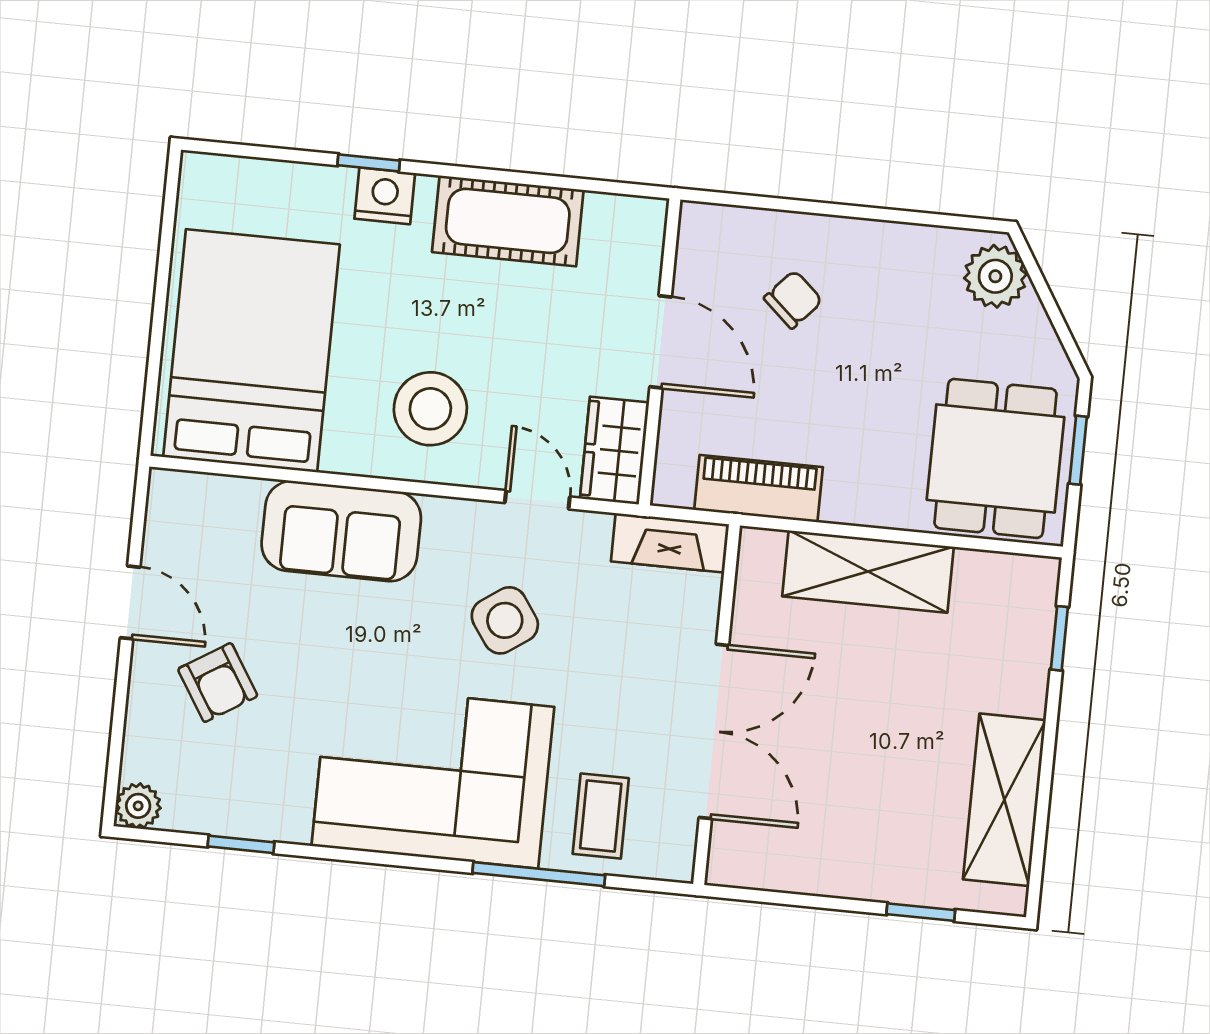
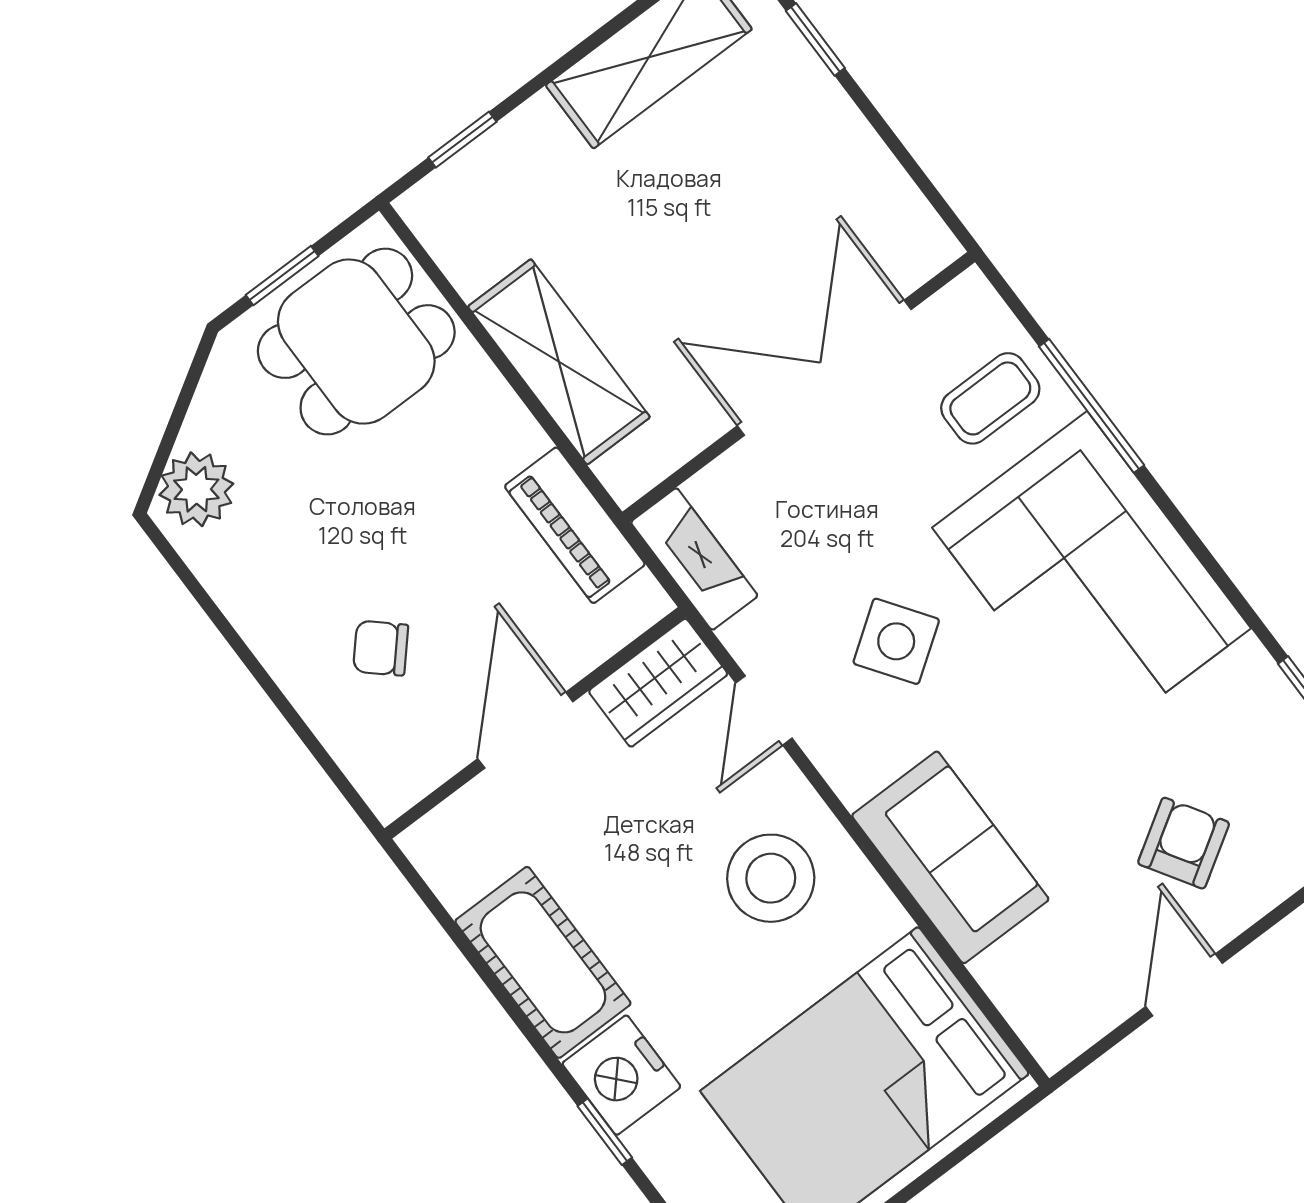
nightstand: (385, 196) -> (621, 1075), width x1.36, depth x1.33

